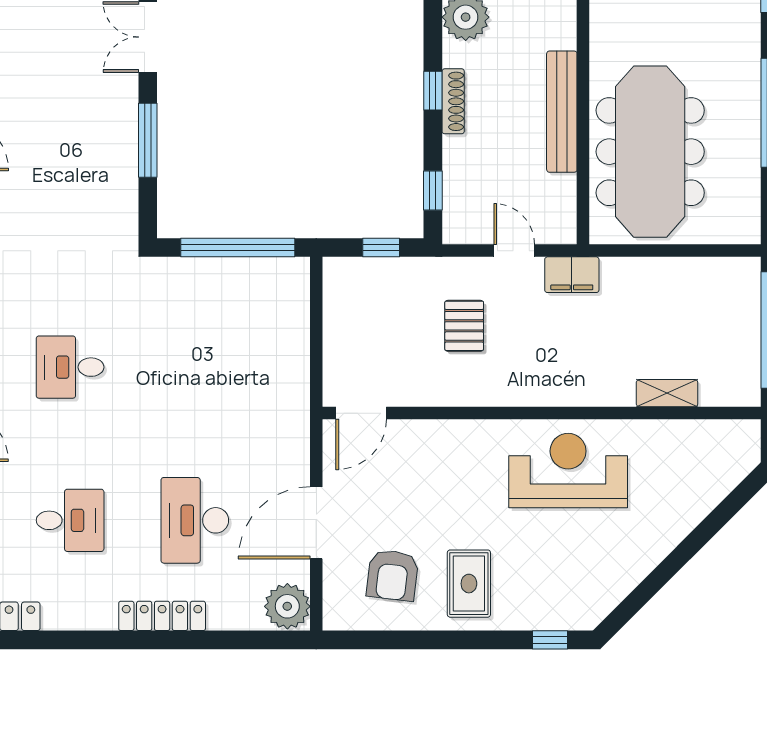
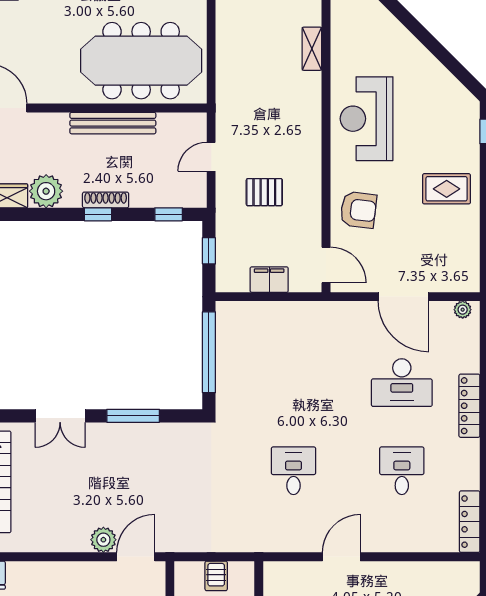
filing cabinet: (572, 275) -> (269, 280), moved, turned -90
desk: (70, 367) -> (293, 471), turned 180
armchair: (393, 575) -> (358, 210), moved
plant: (287, 606) -> (463, 310), width x0.53, depth x0.53

